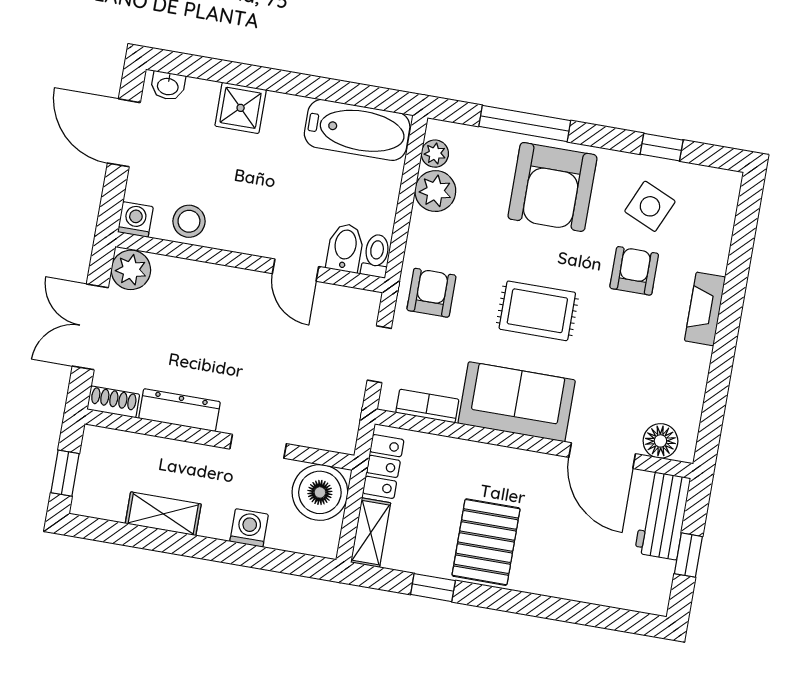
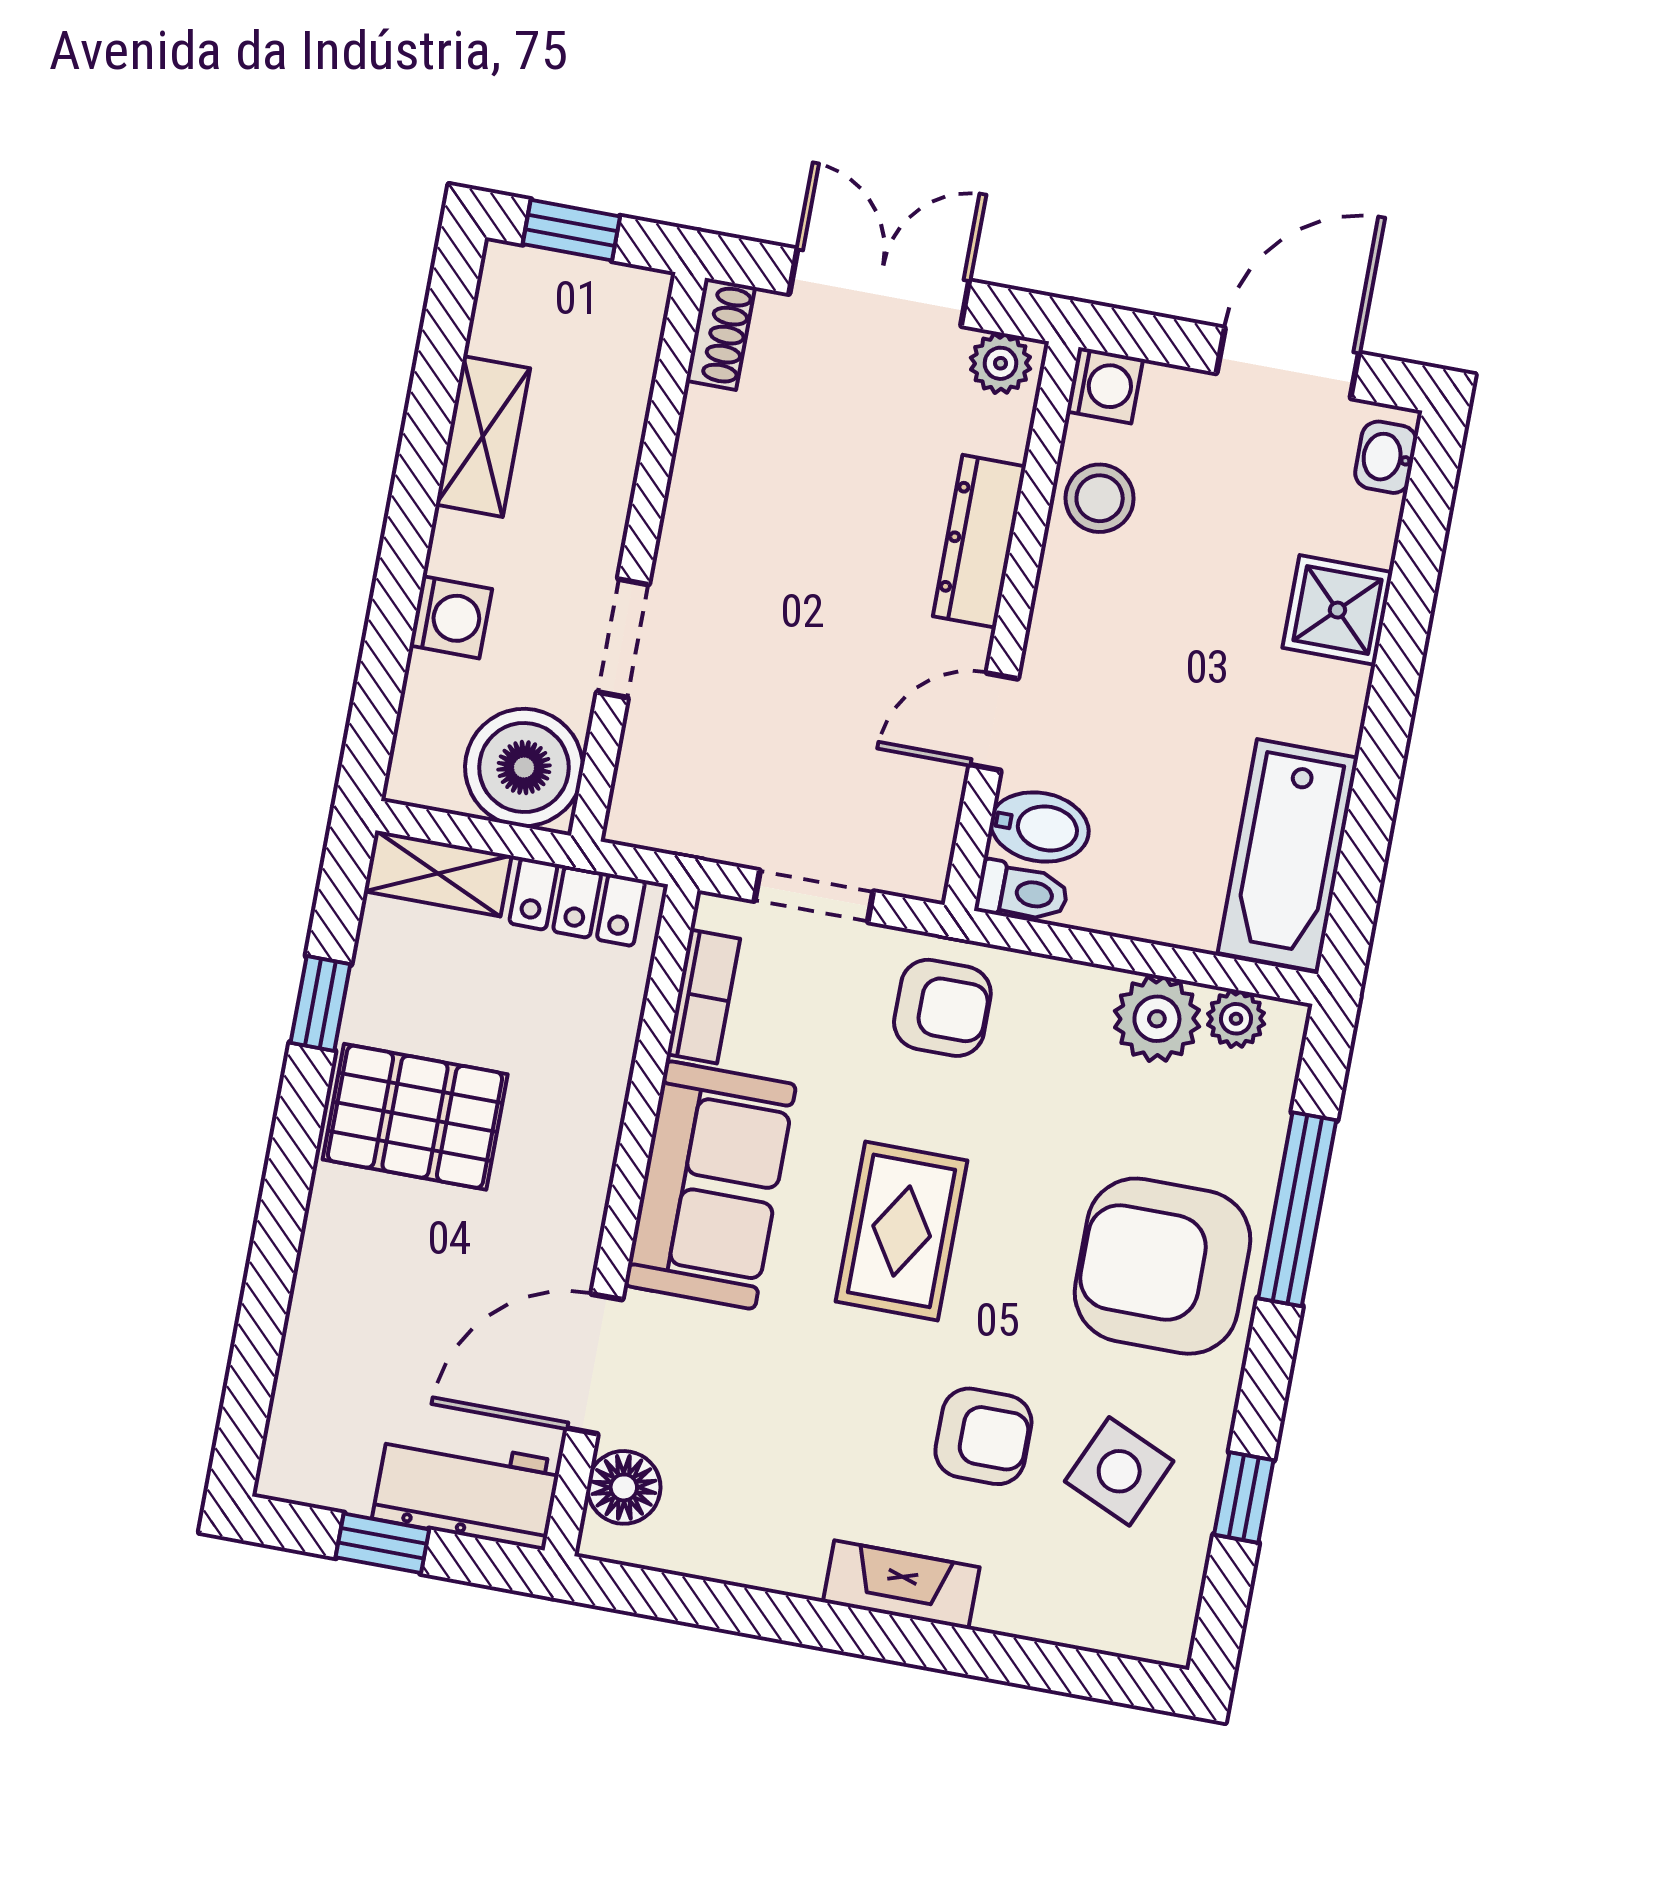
plant: (131, 270) -> (1001, 363), width x0.73, depth x0.73
dresser: (179, 410) -> (979, 541), moved, turned 180

